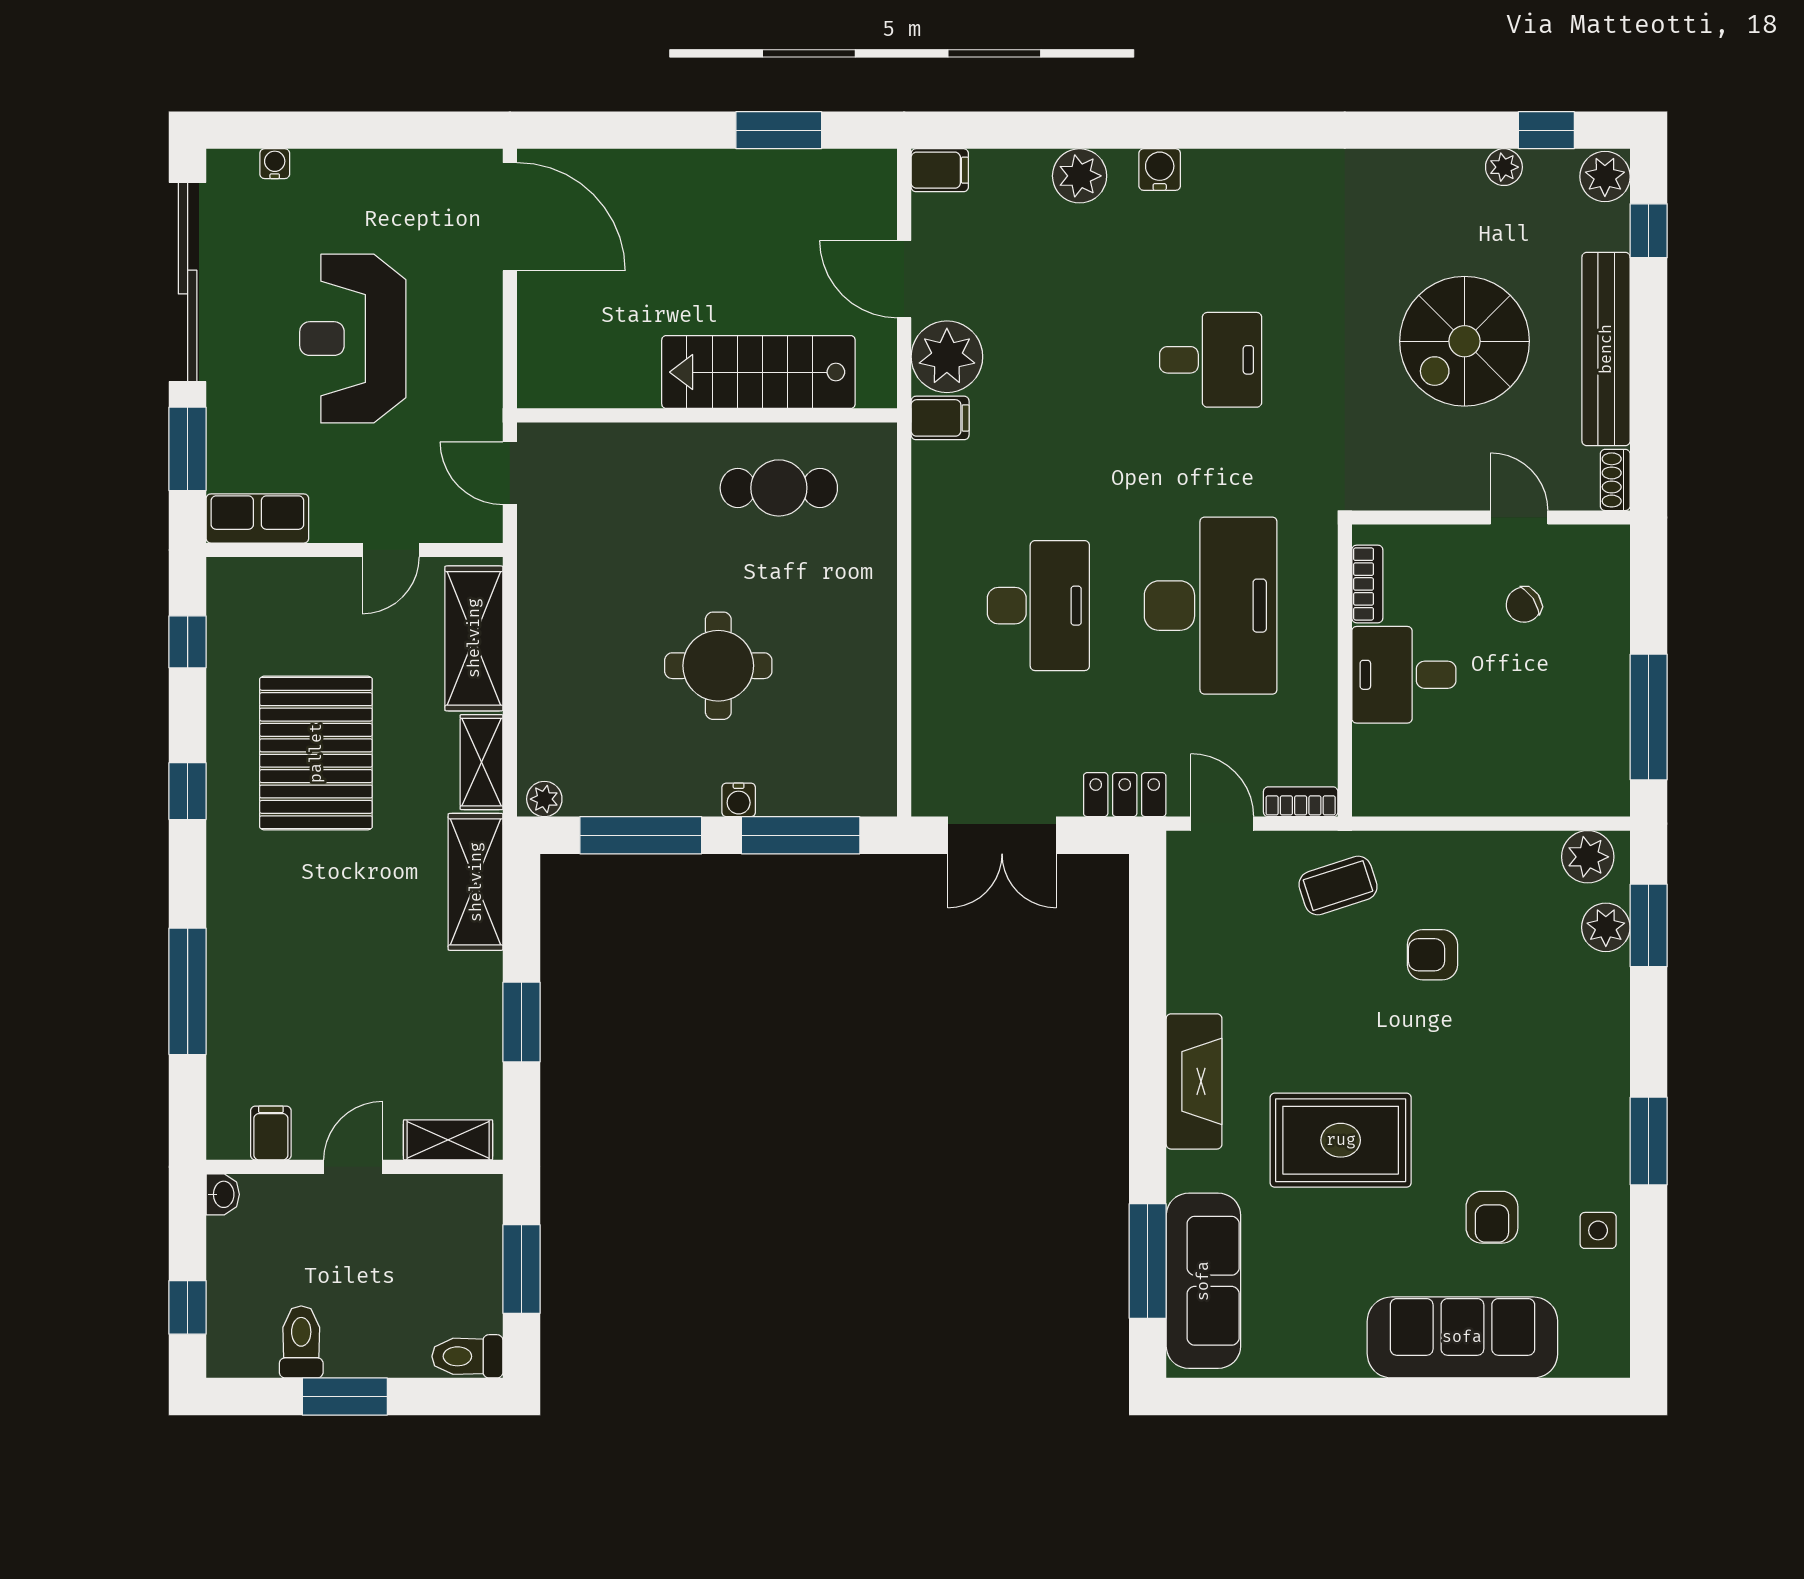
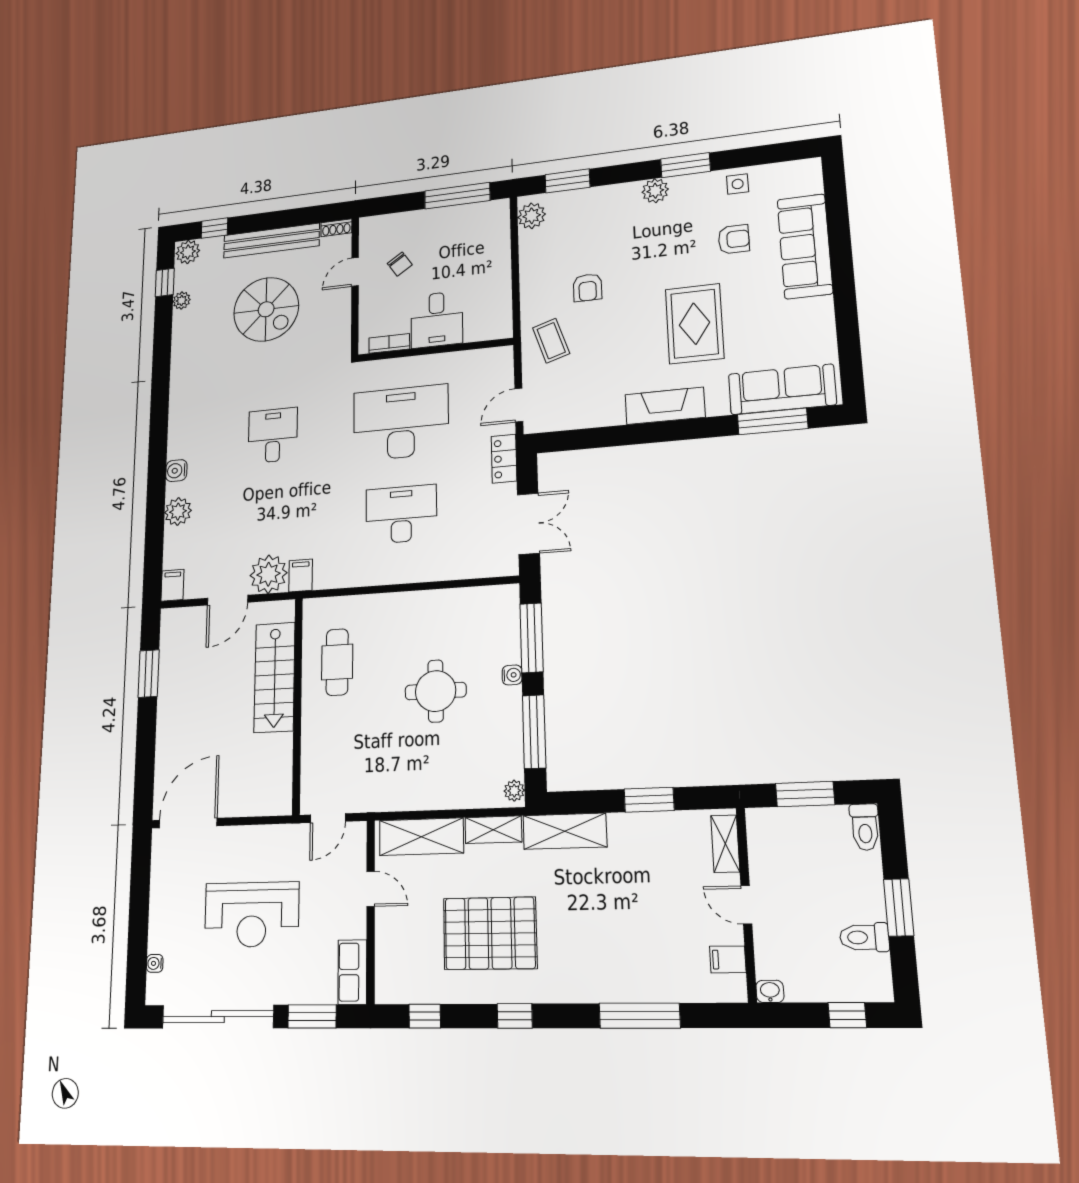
bookcase: (1301, 802) -> (506, 365), removed
plant: (1606, 927) -> (655, 191), moved

